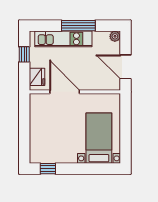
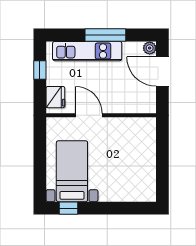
door: (125, 67) -> (162, 72), moved
door: (65, 92) -> (89, 115), width x0.73
bed with nightstands: (99, 138) -> (72, 171), moved

